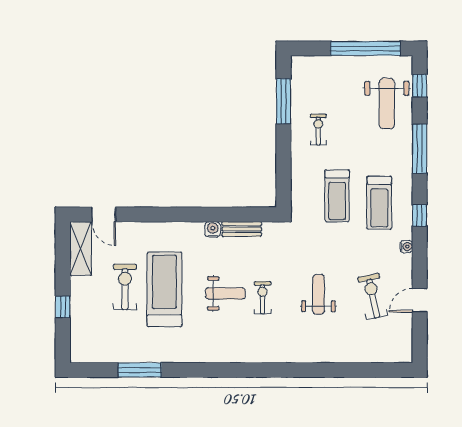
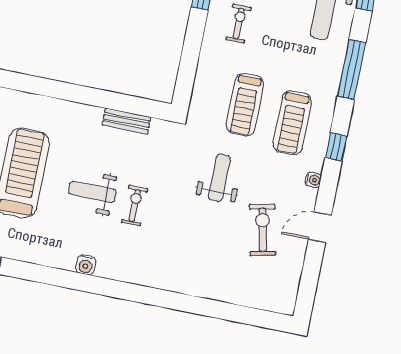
water cooler: (213, 229) -> (86, 265), moved, turned 180
weight bench: (225, 293) -> (92, 192), turned 180
weight bench: (318, 294) -> (219, 178), moved
door: (420, 300) -> (320, 227), moved

